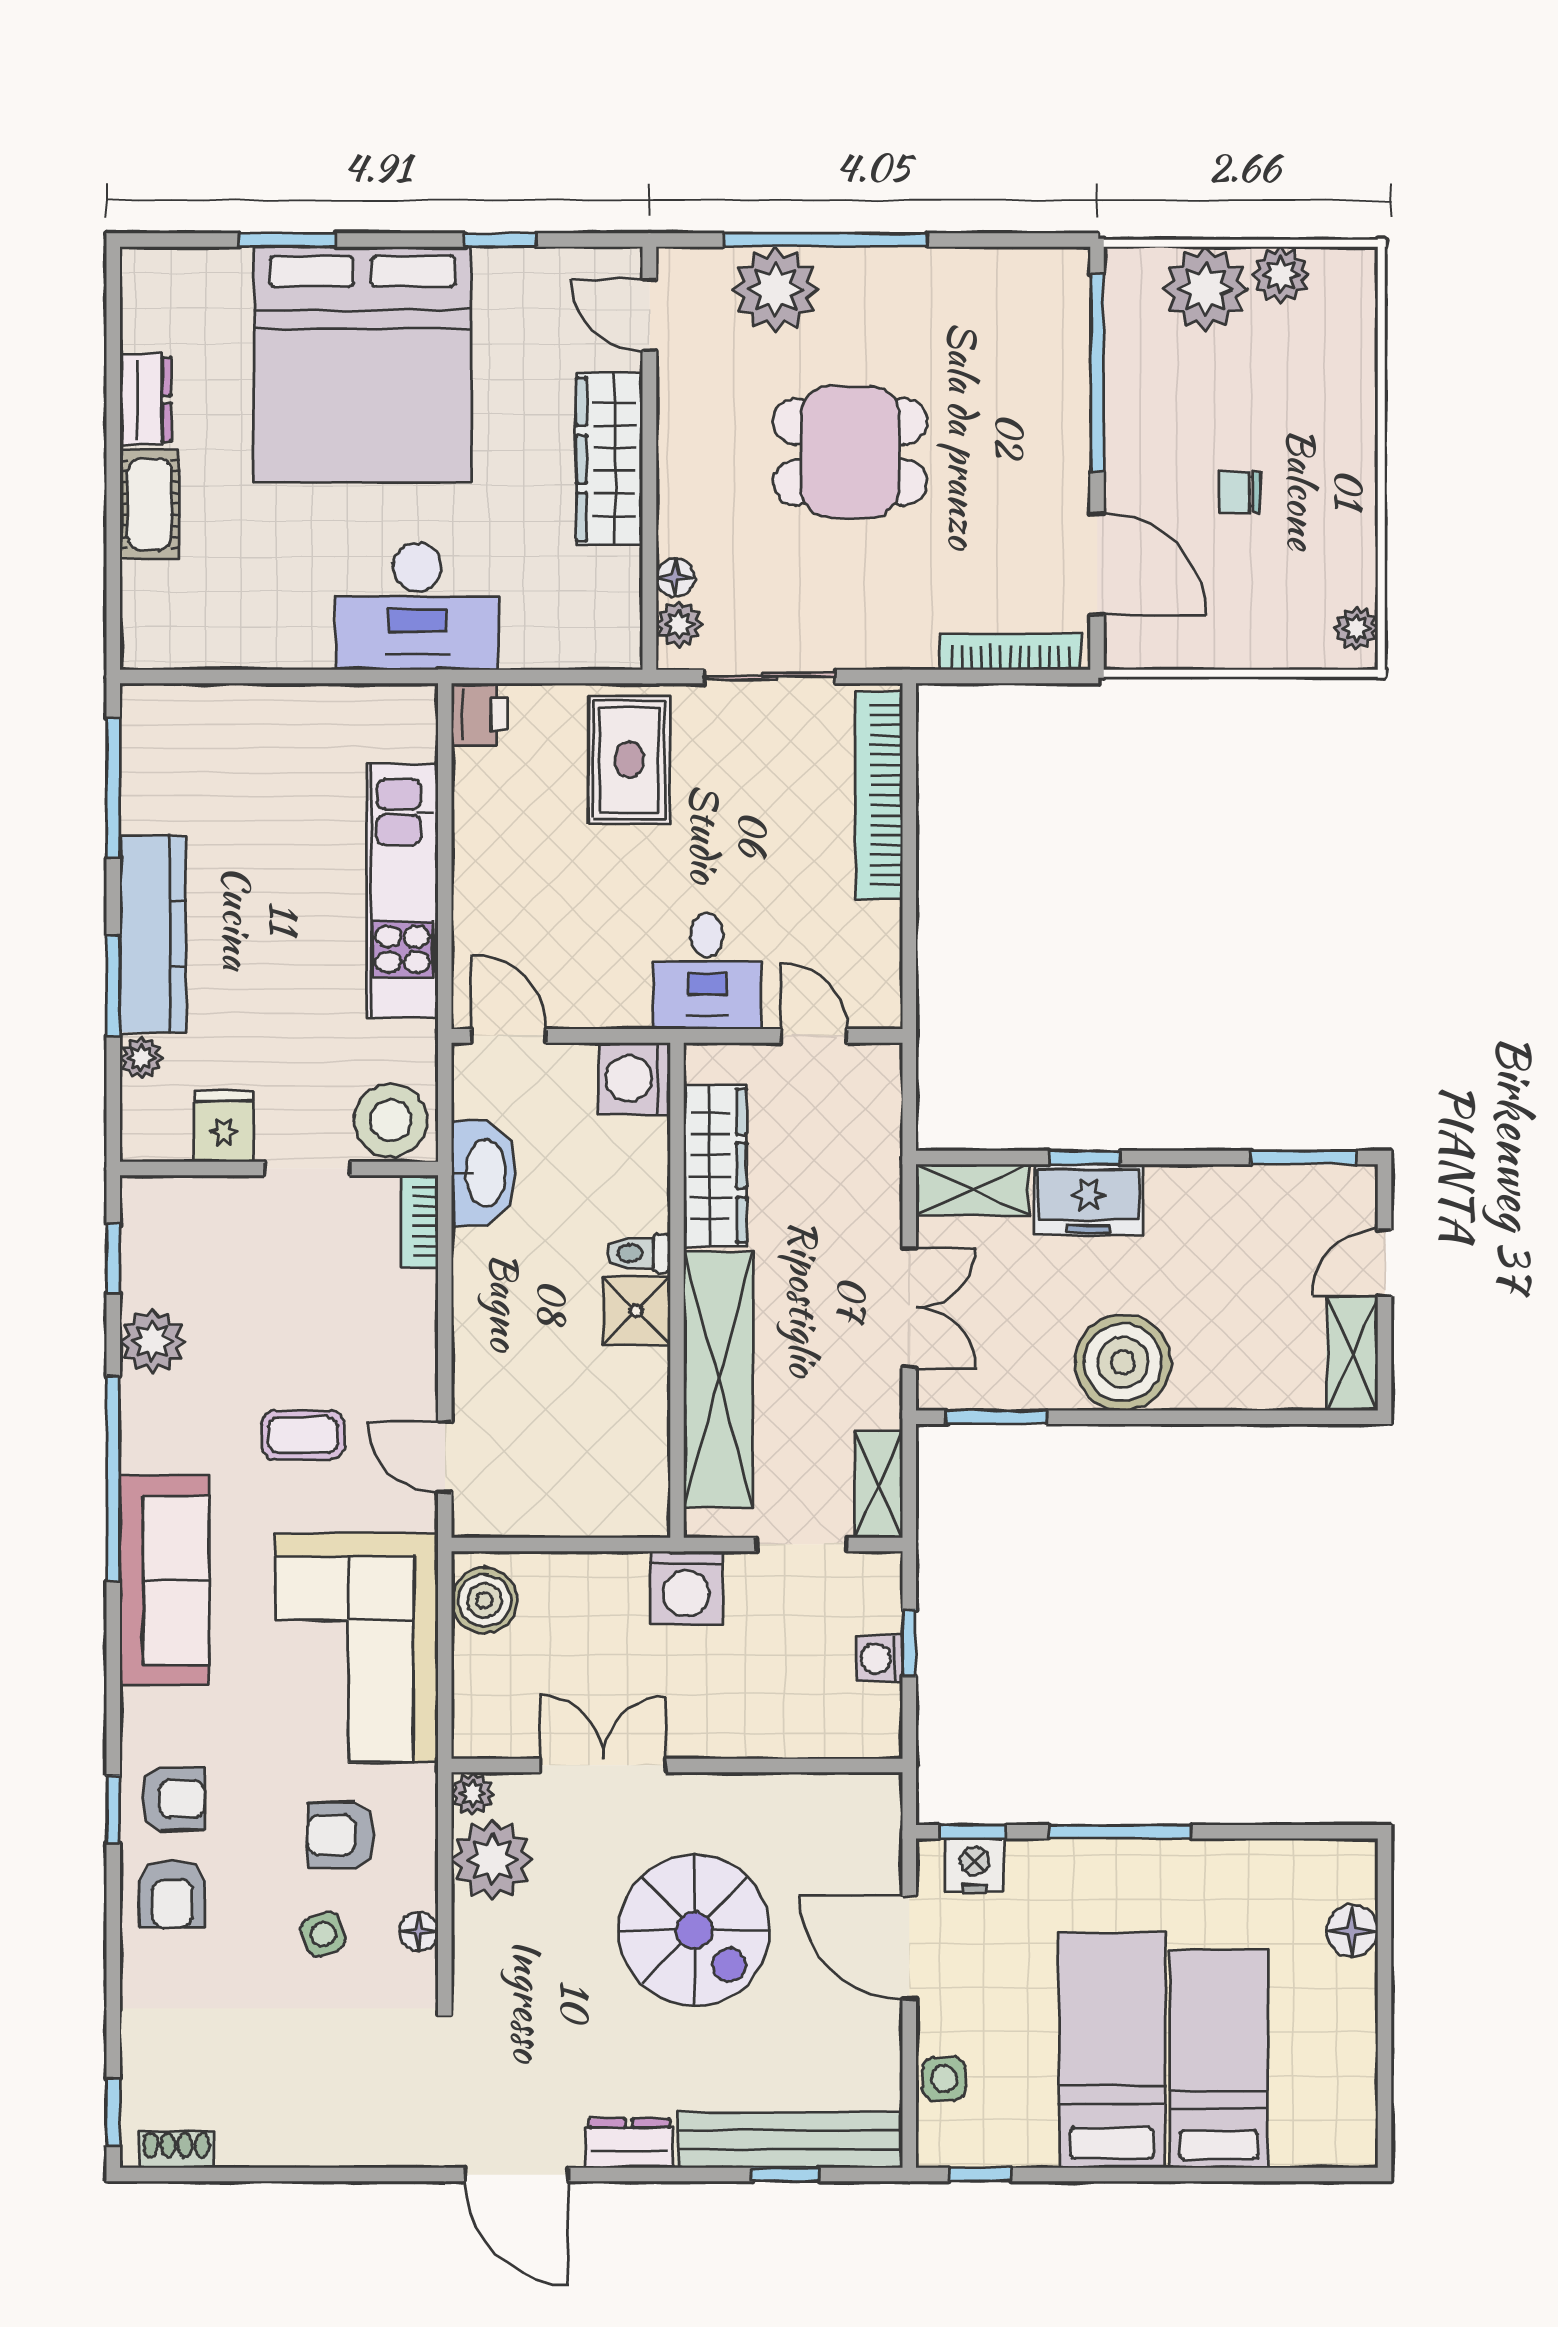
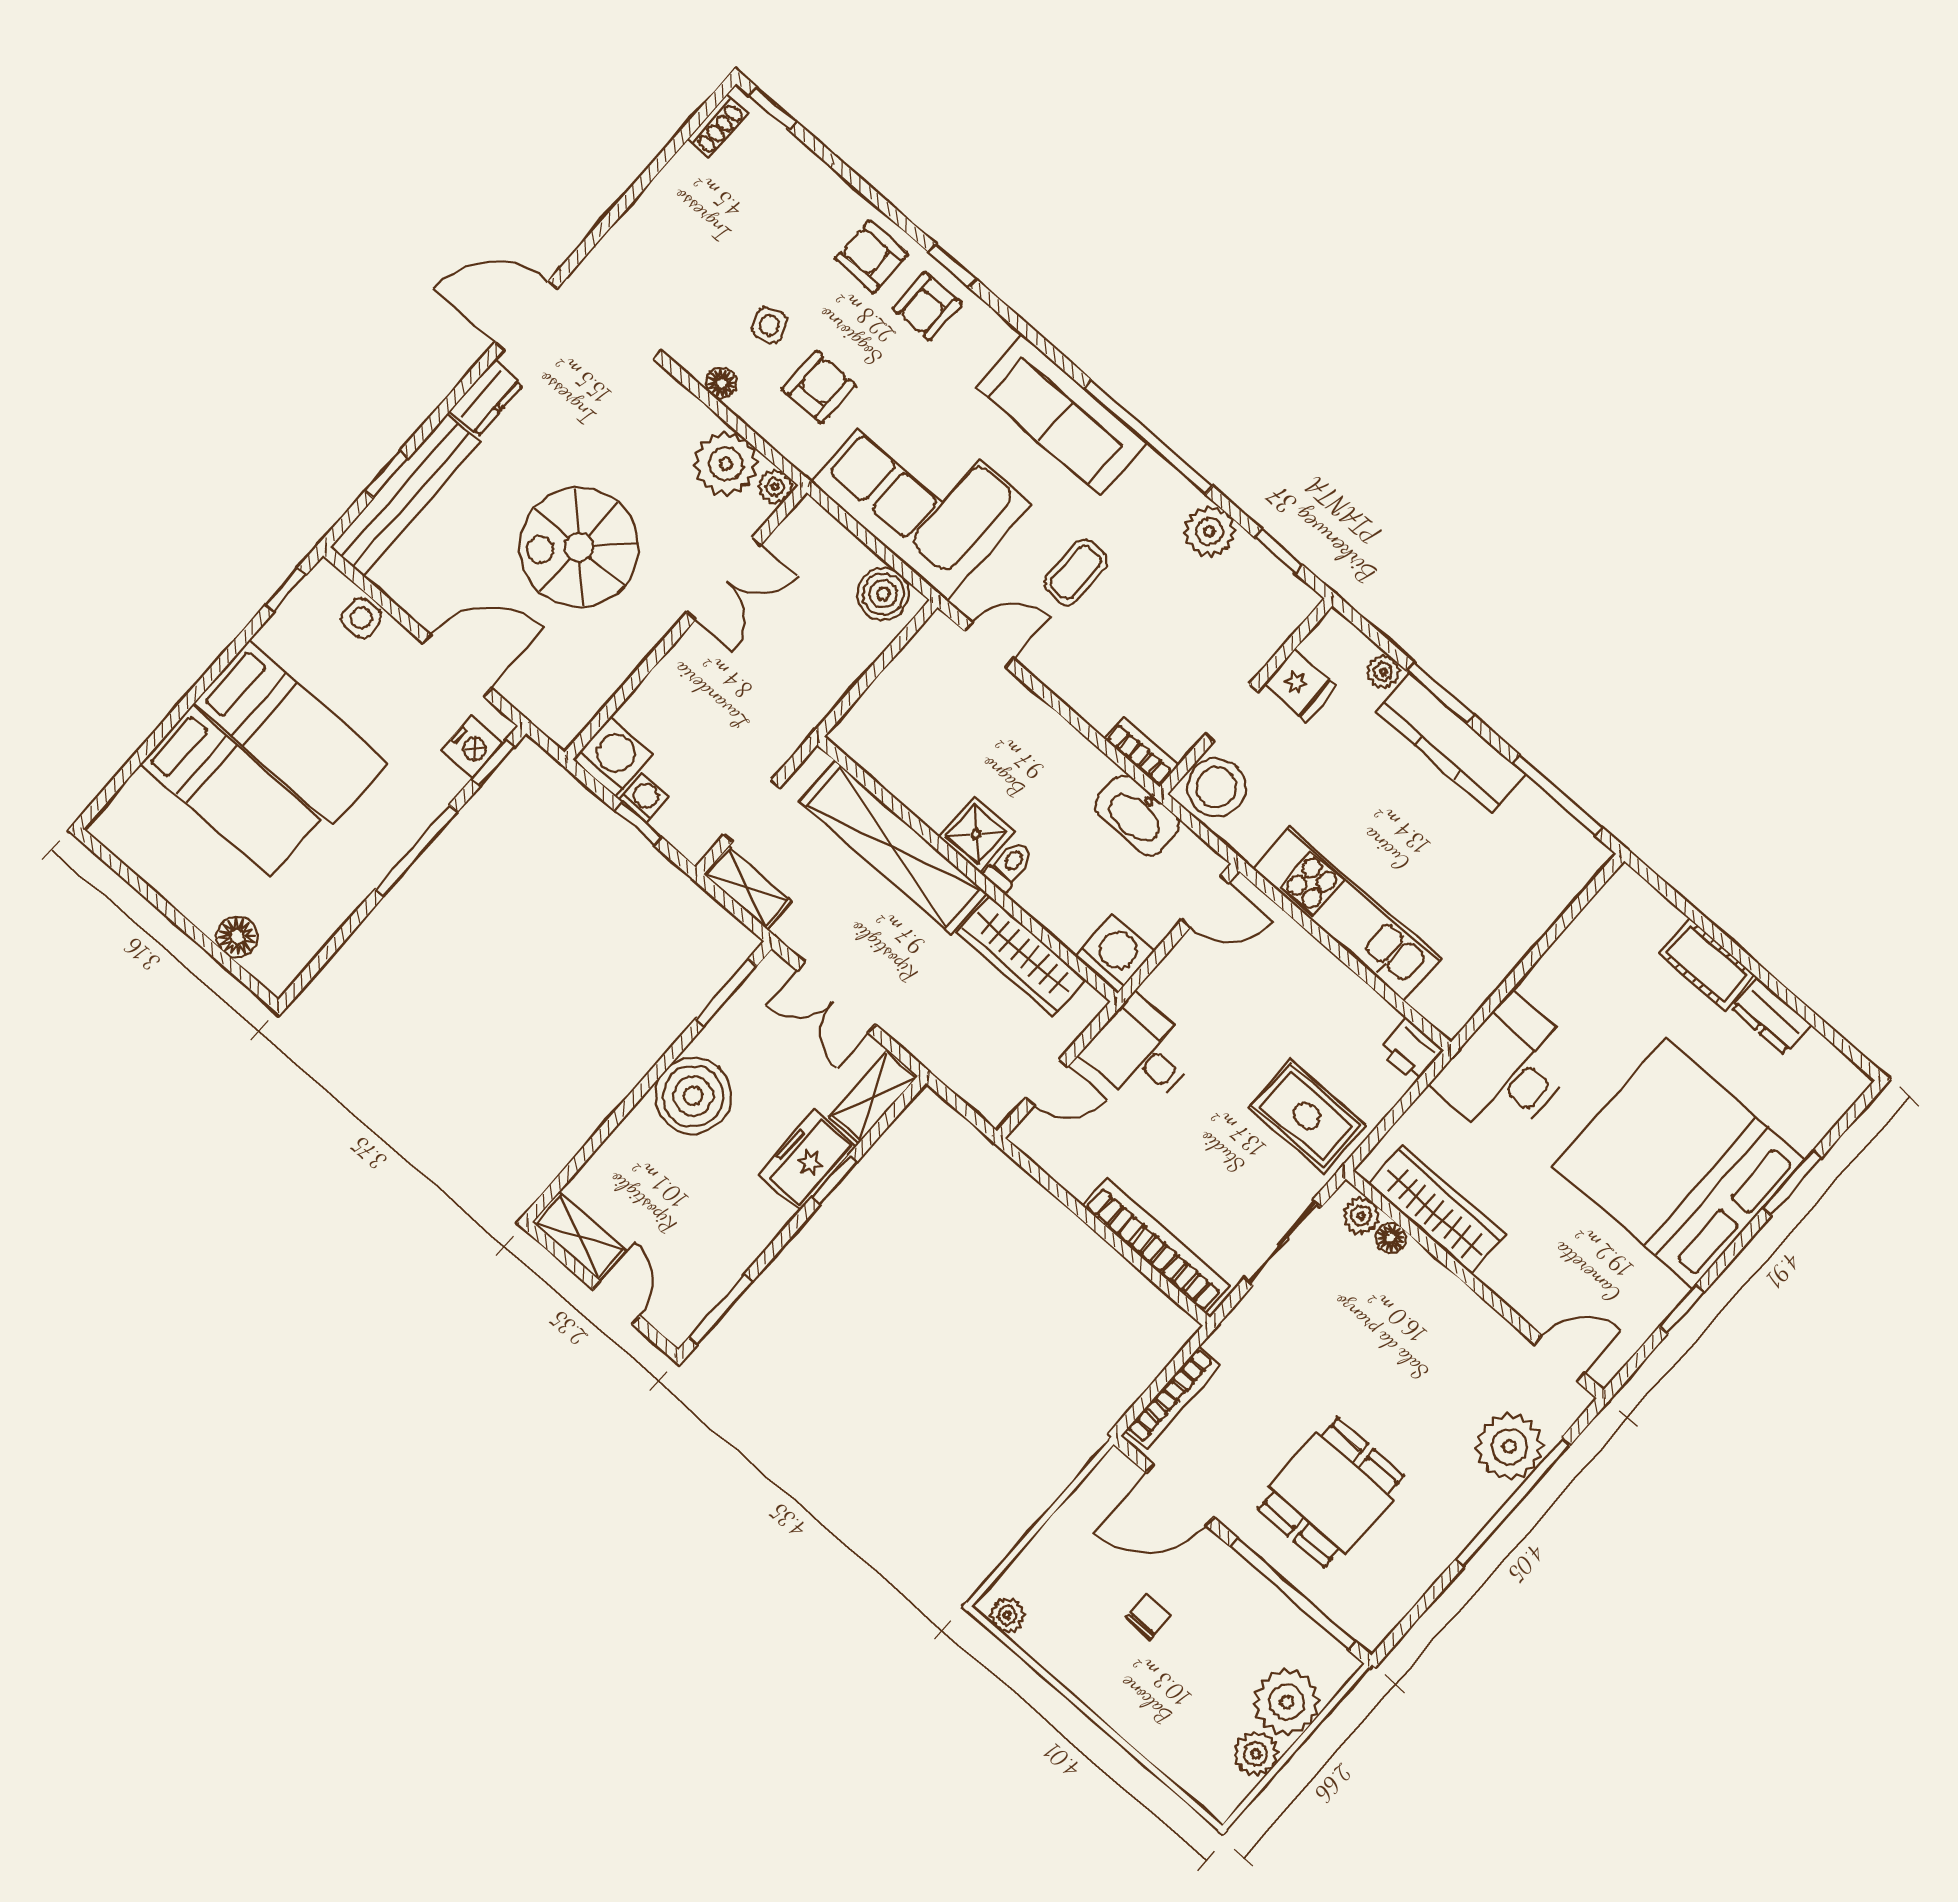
dining table: (850, 452) -> (1331, 1493), moved
wardrobe: (609, 459) -> (1437, 1210), moved
washing machine: (686, 1587) -> (613, 757), moved, turned 90

